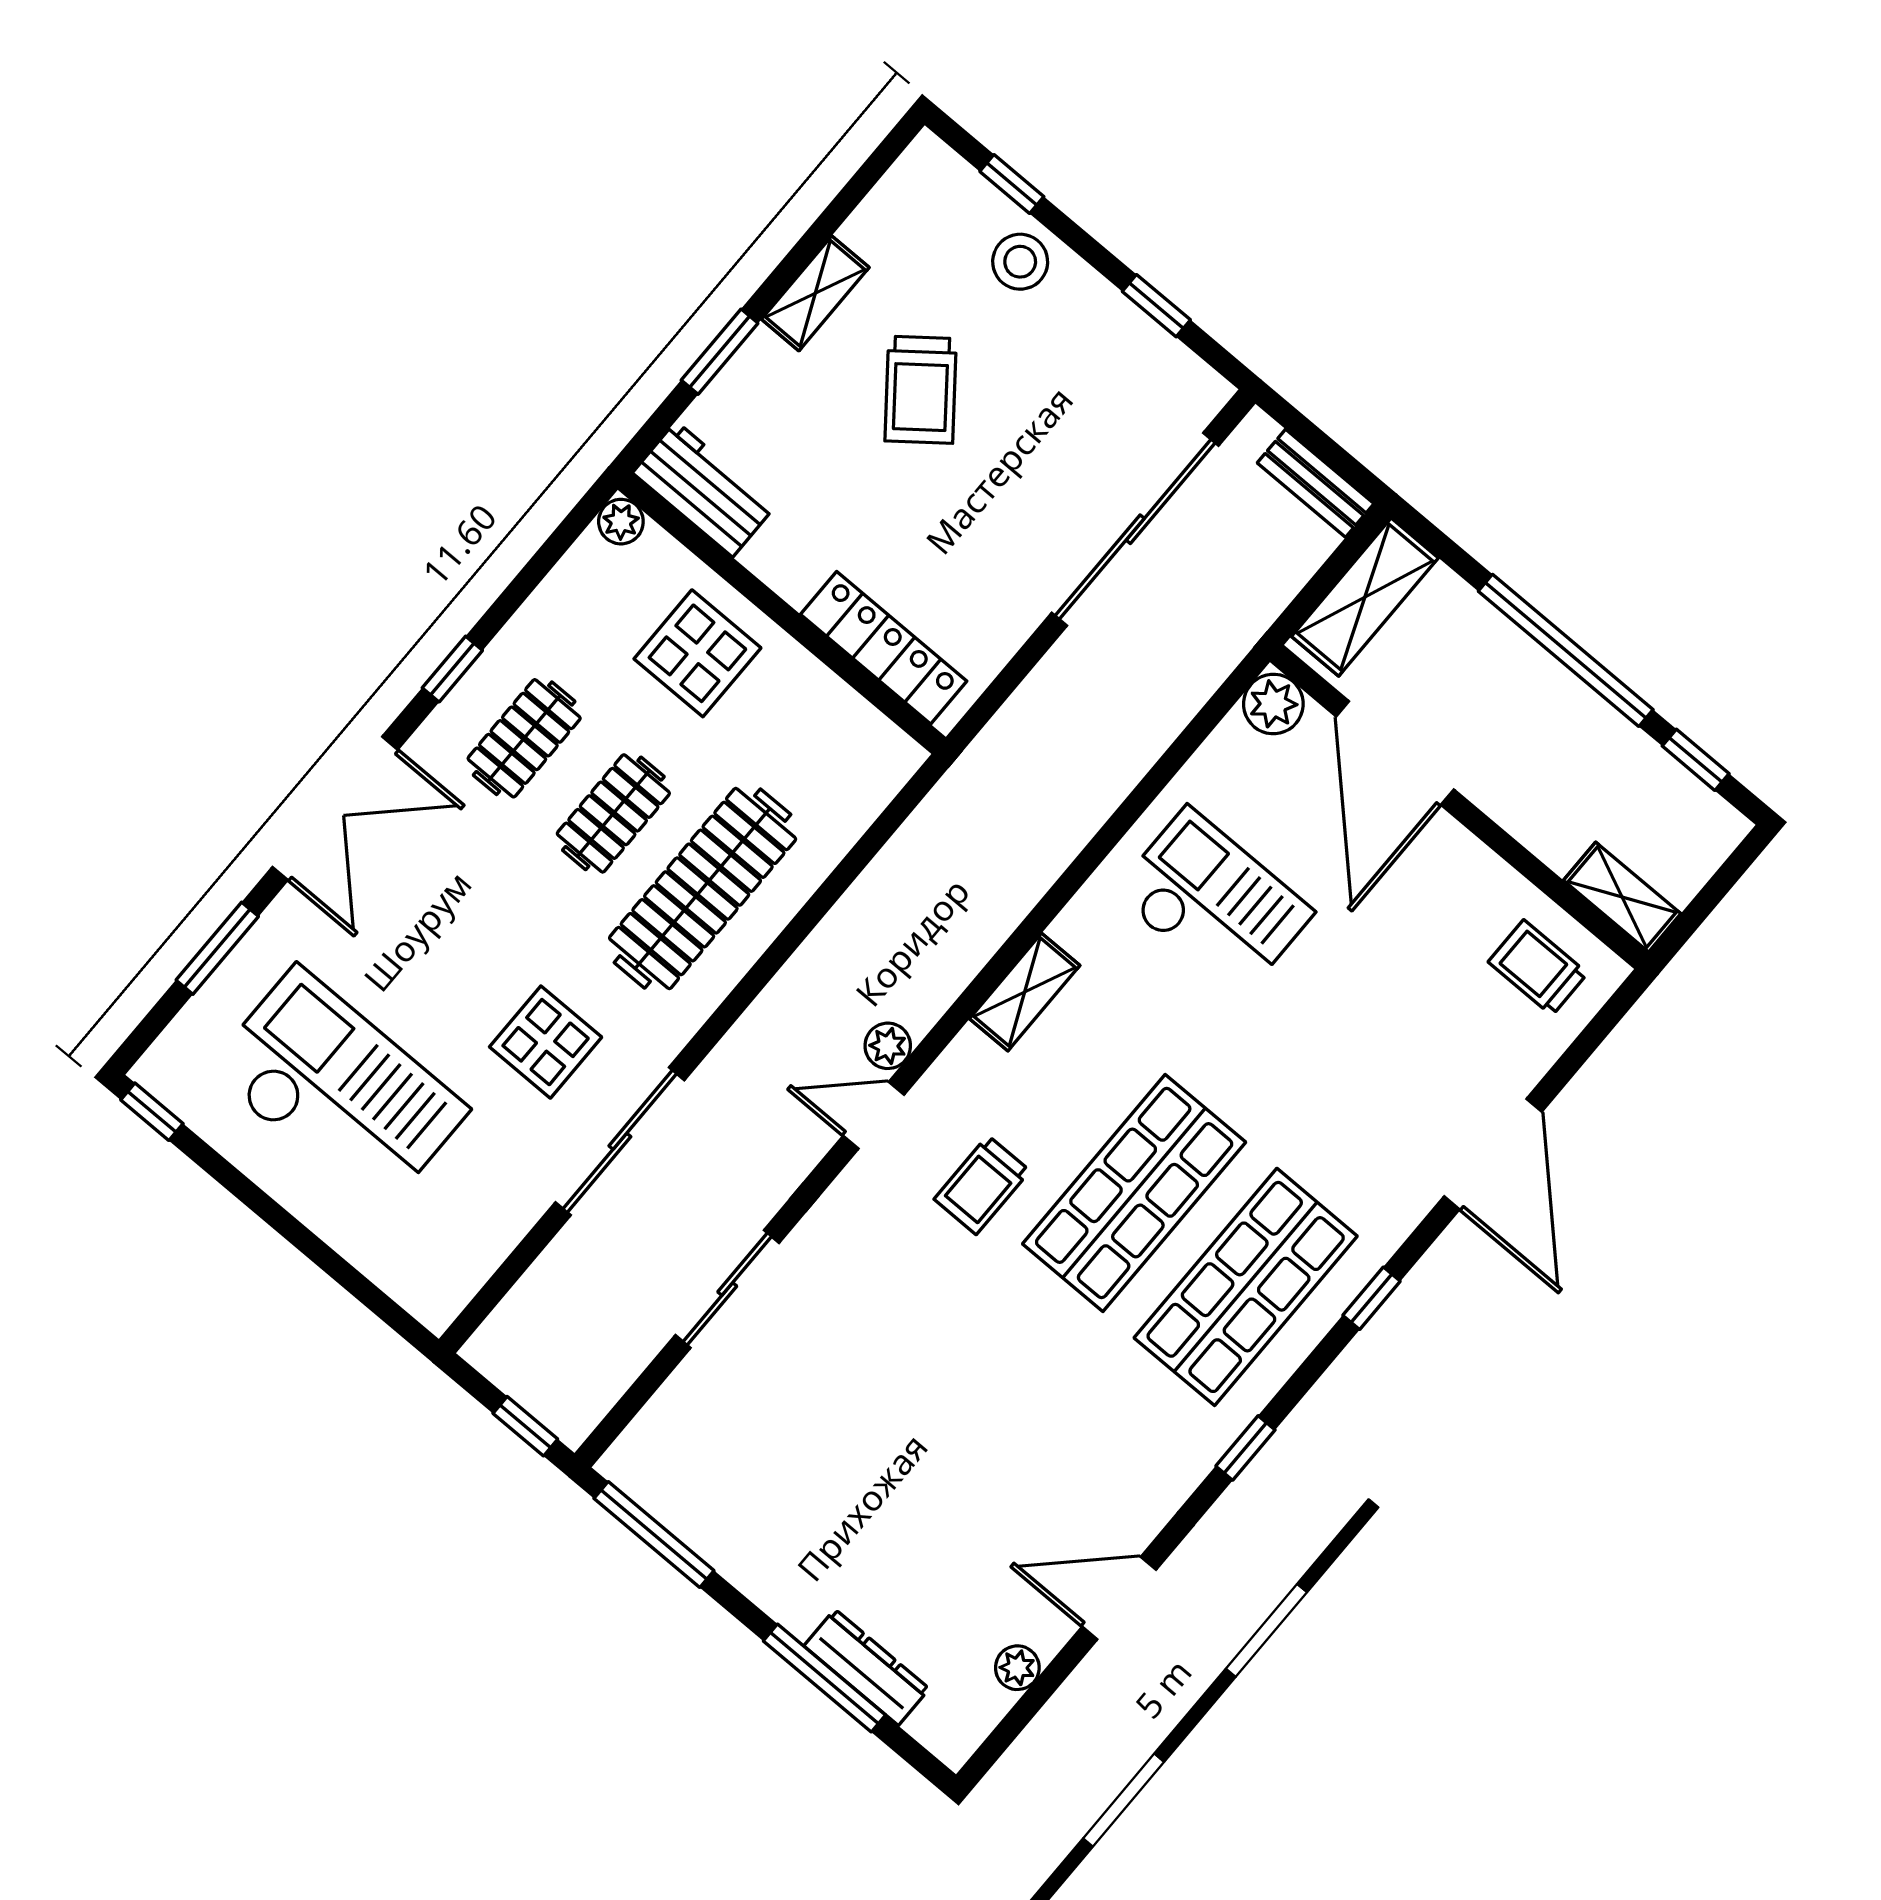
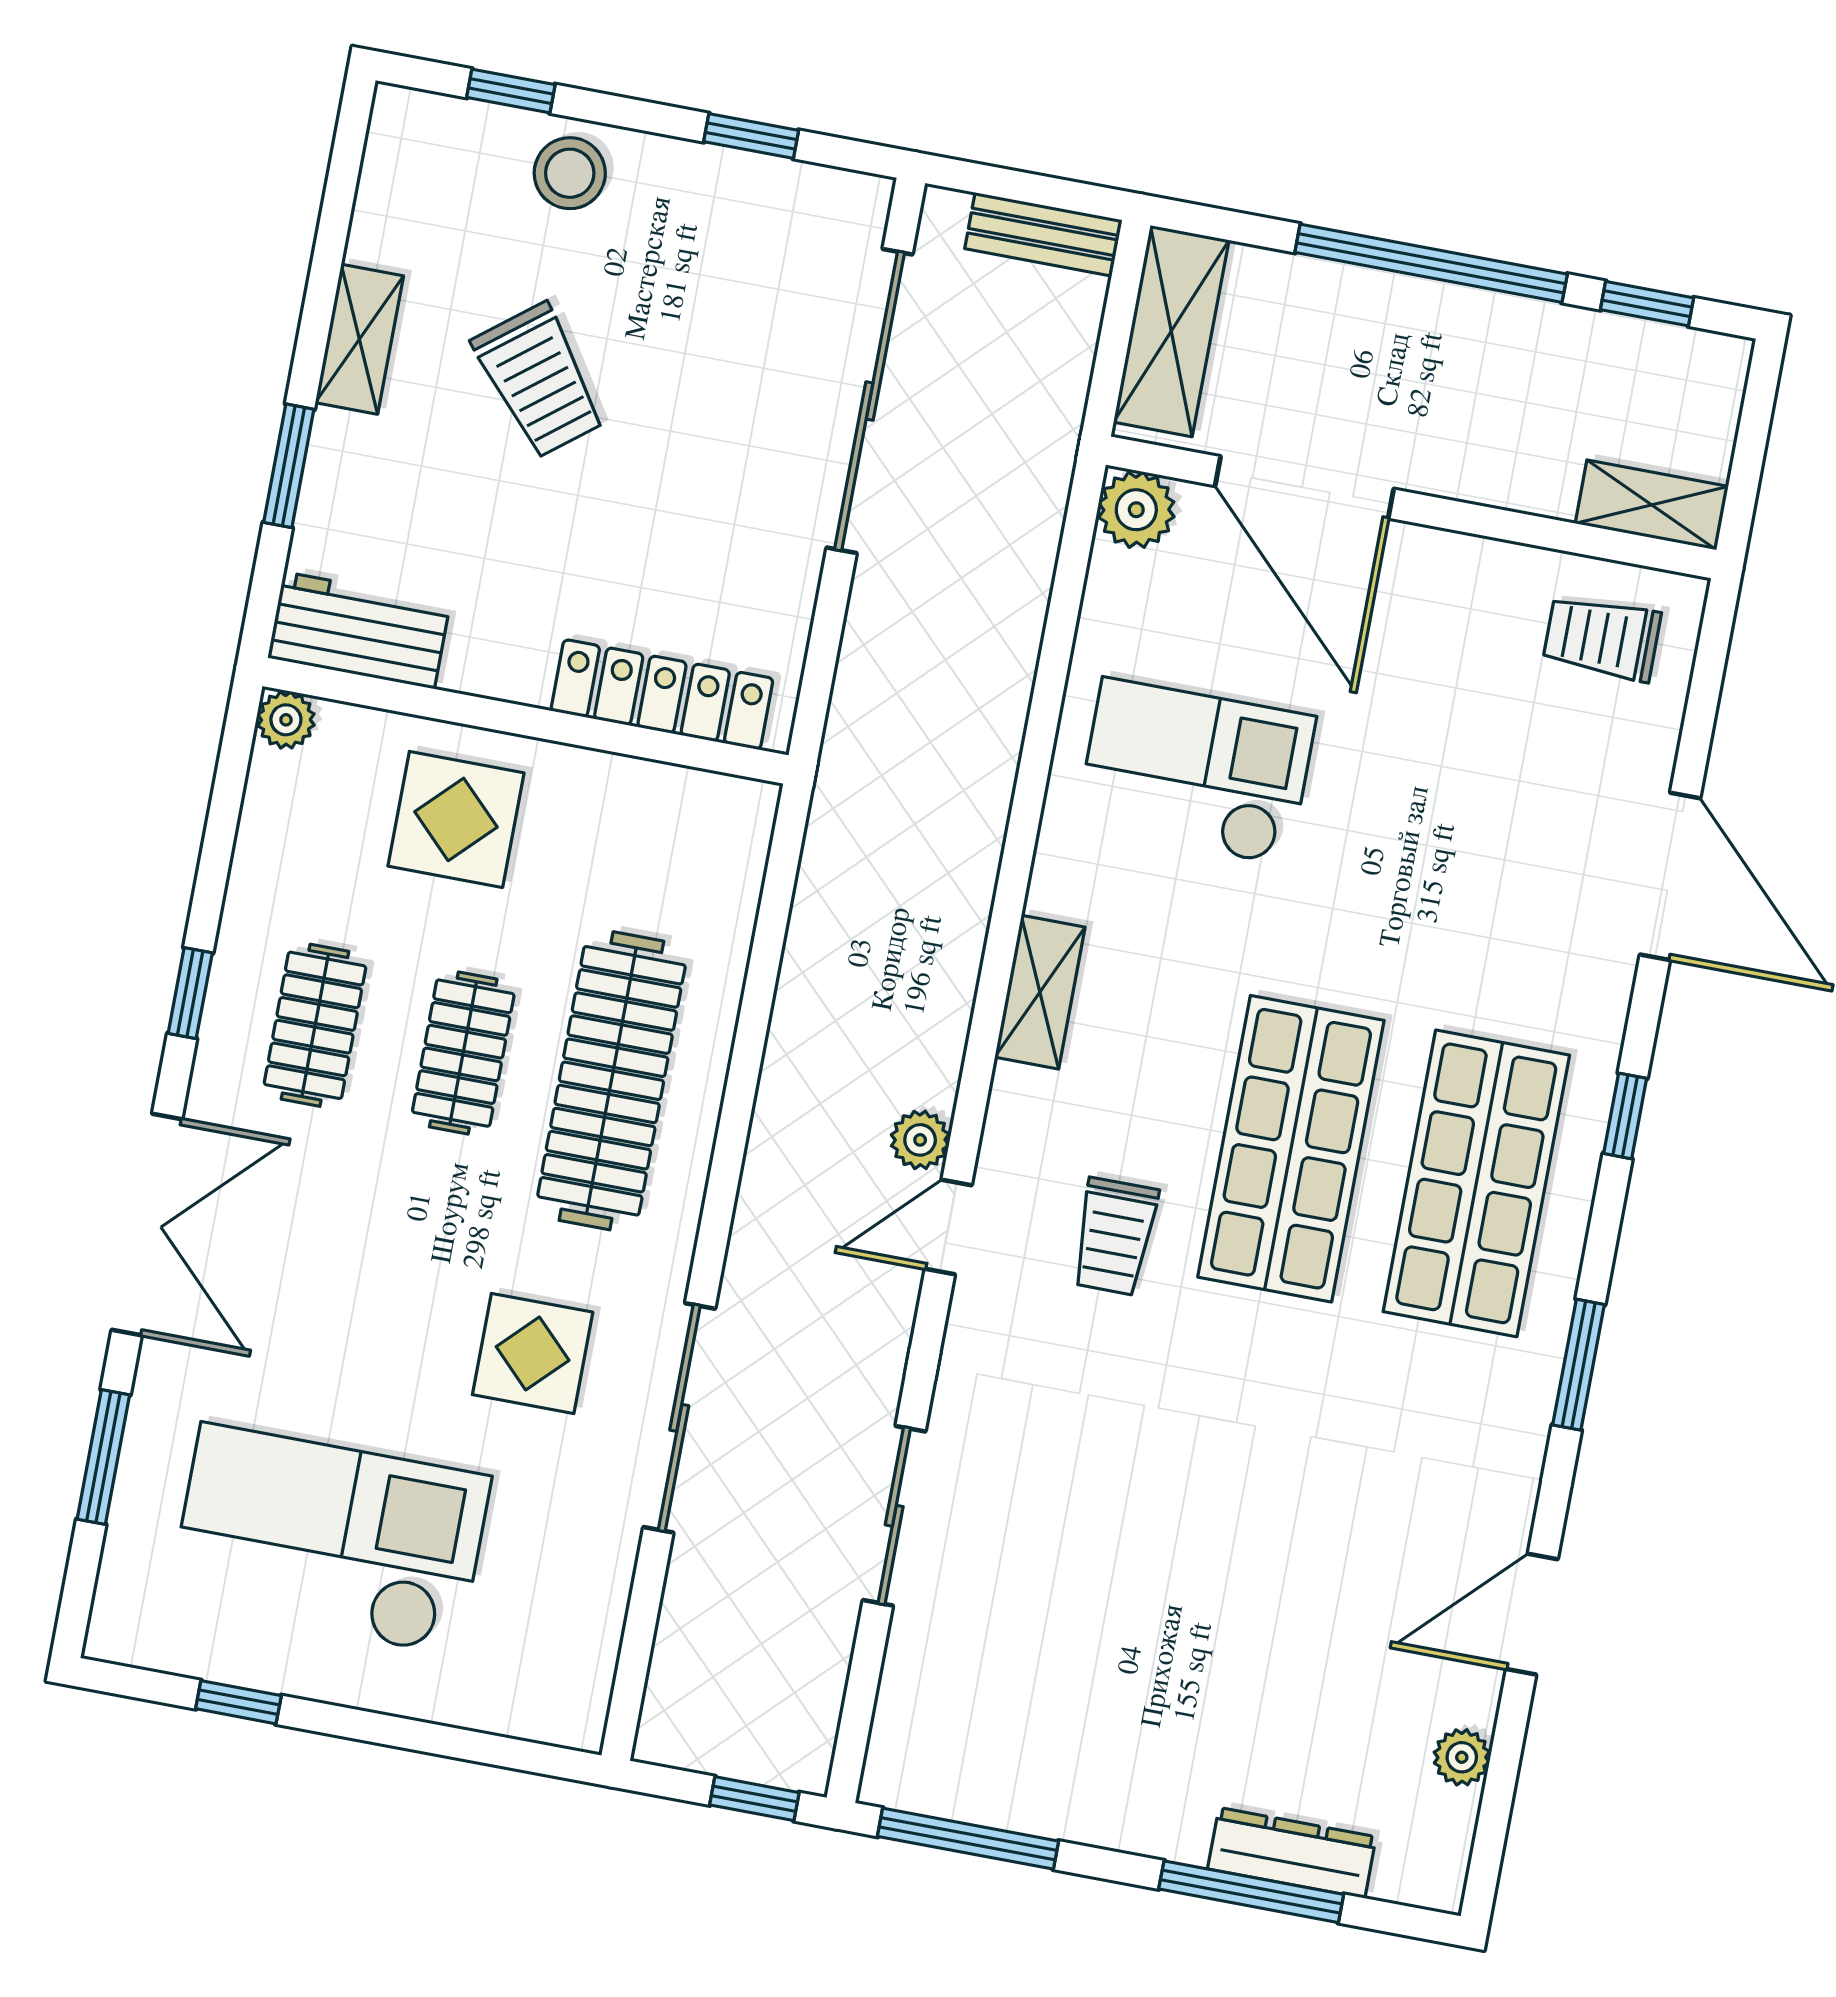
window: (152, 1112) -> (238, 1702), moved
window: (1245, 1448) -> (1579, 1365), width x1.50

